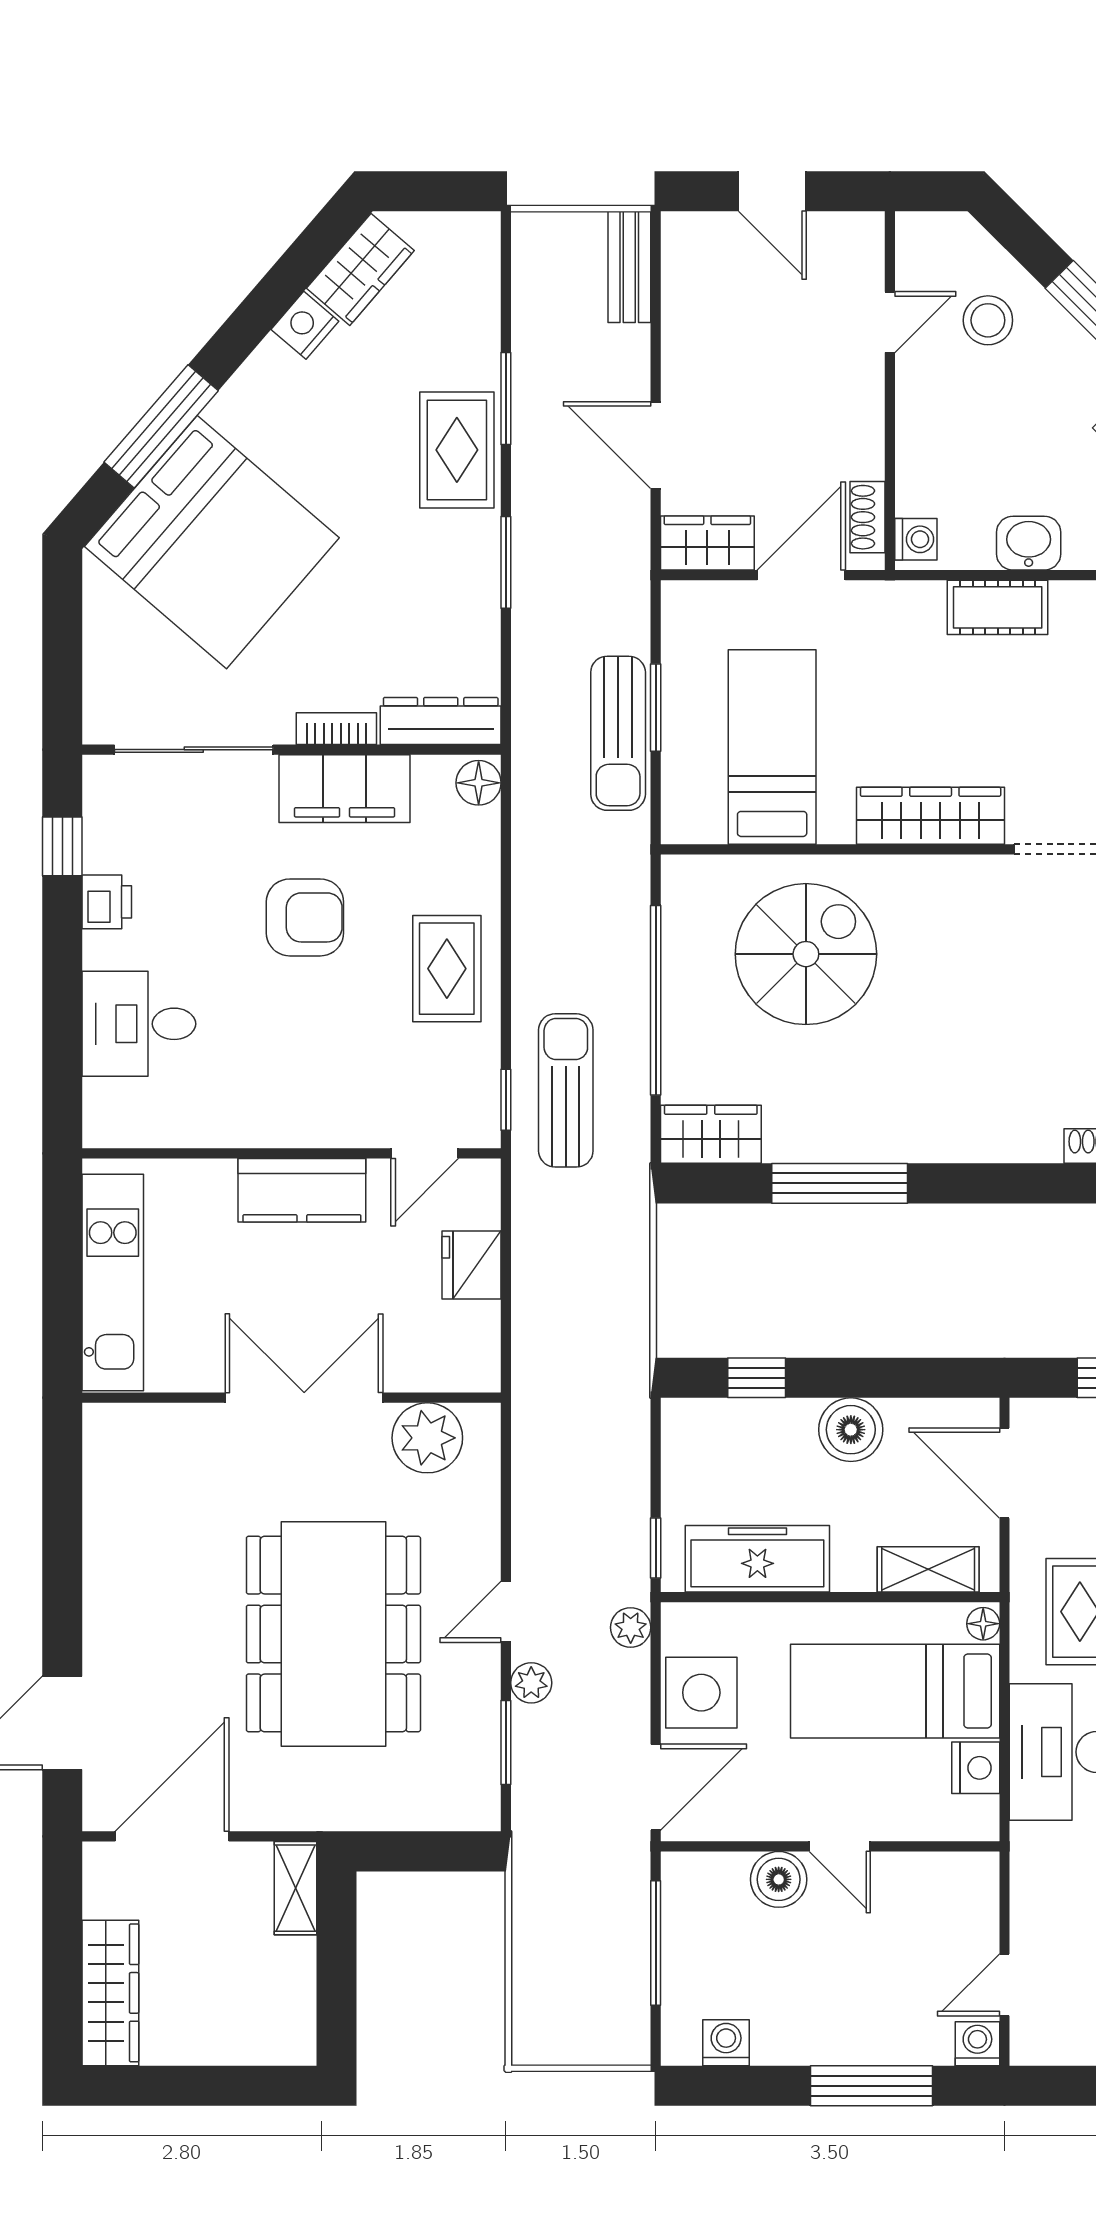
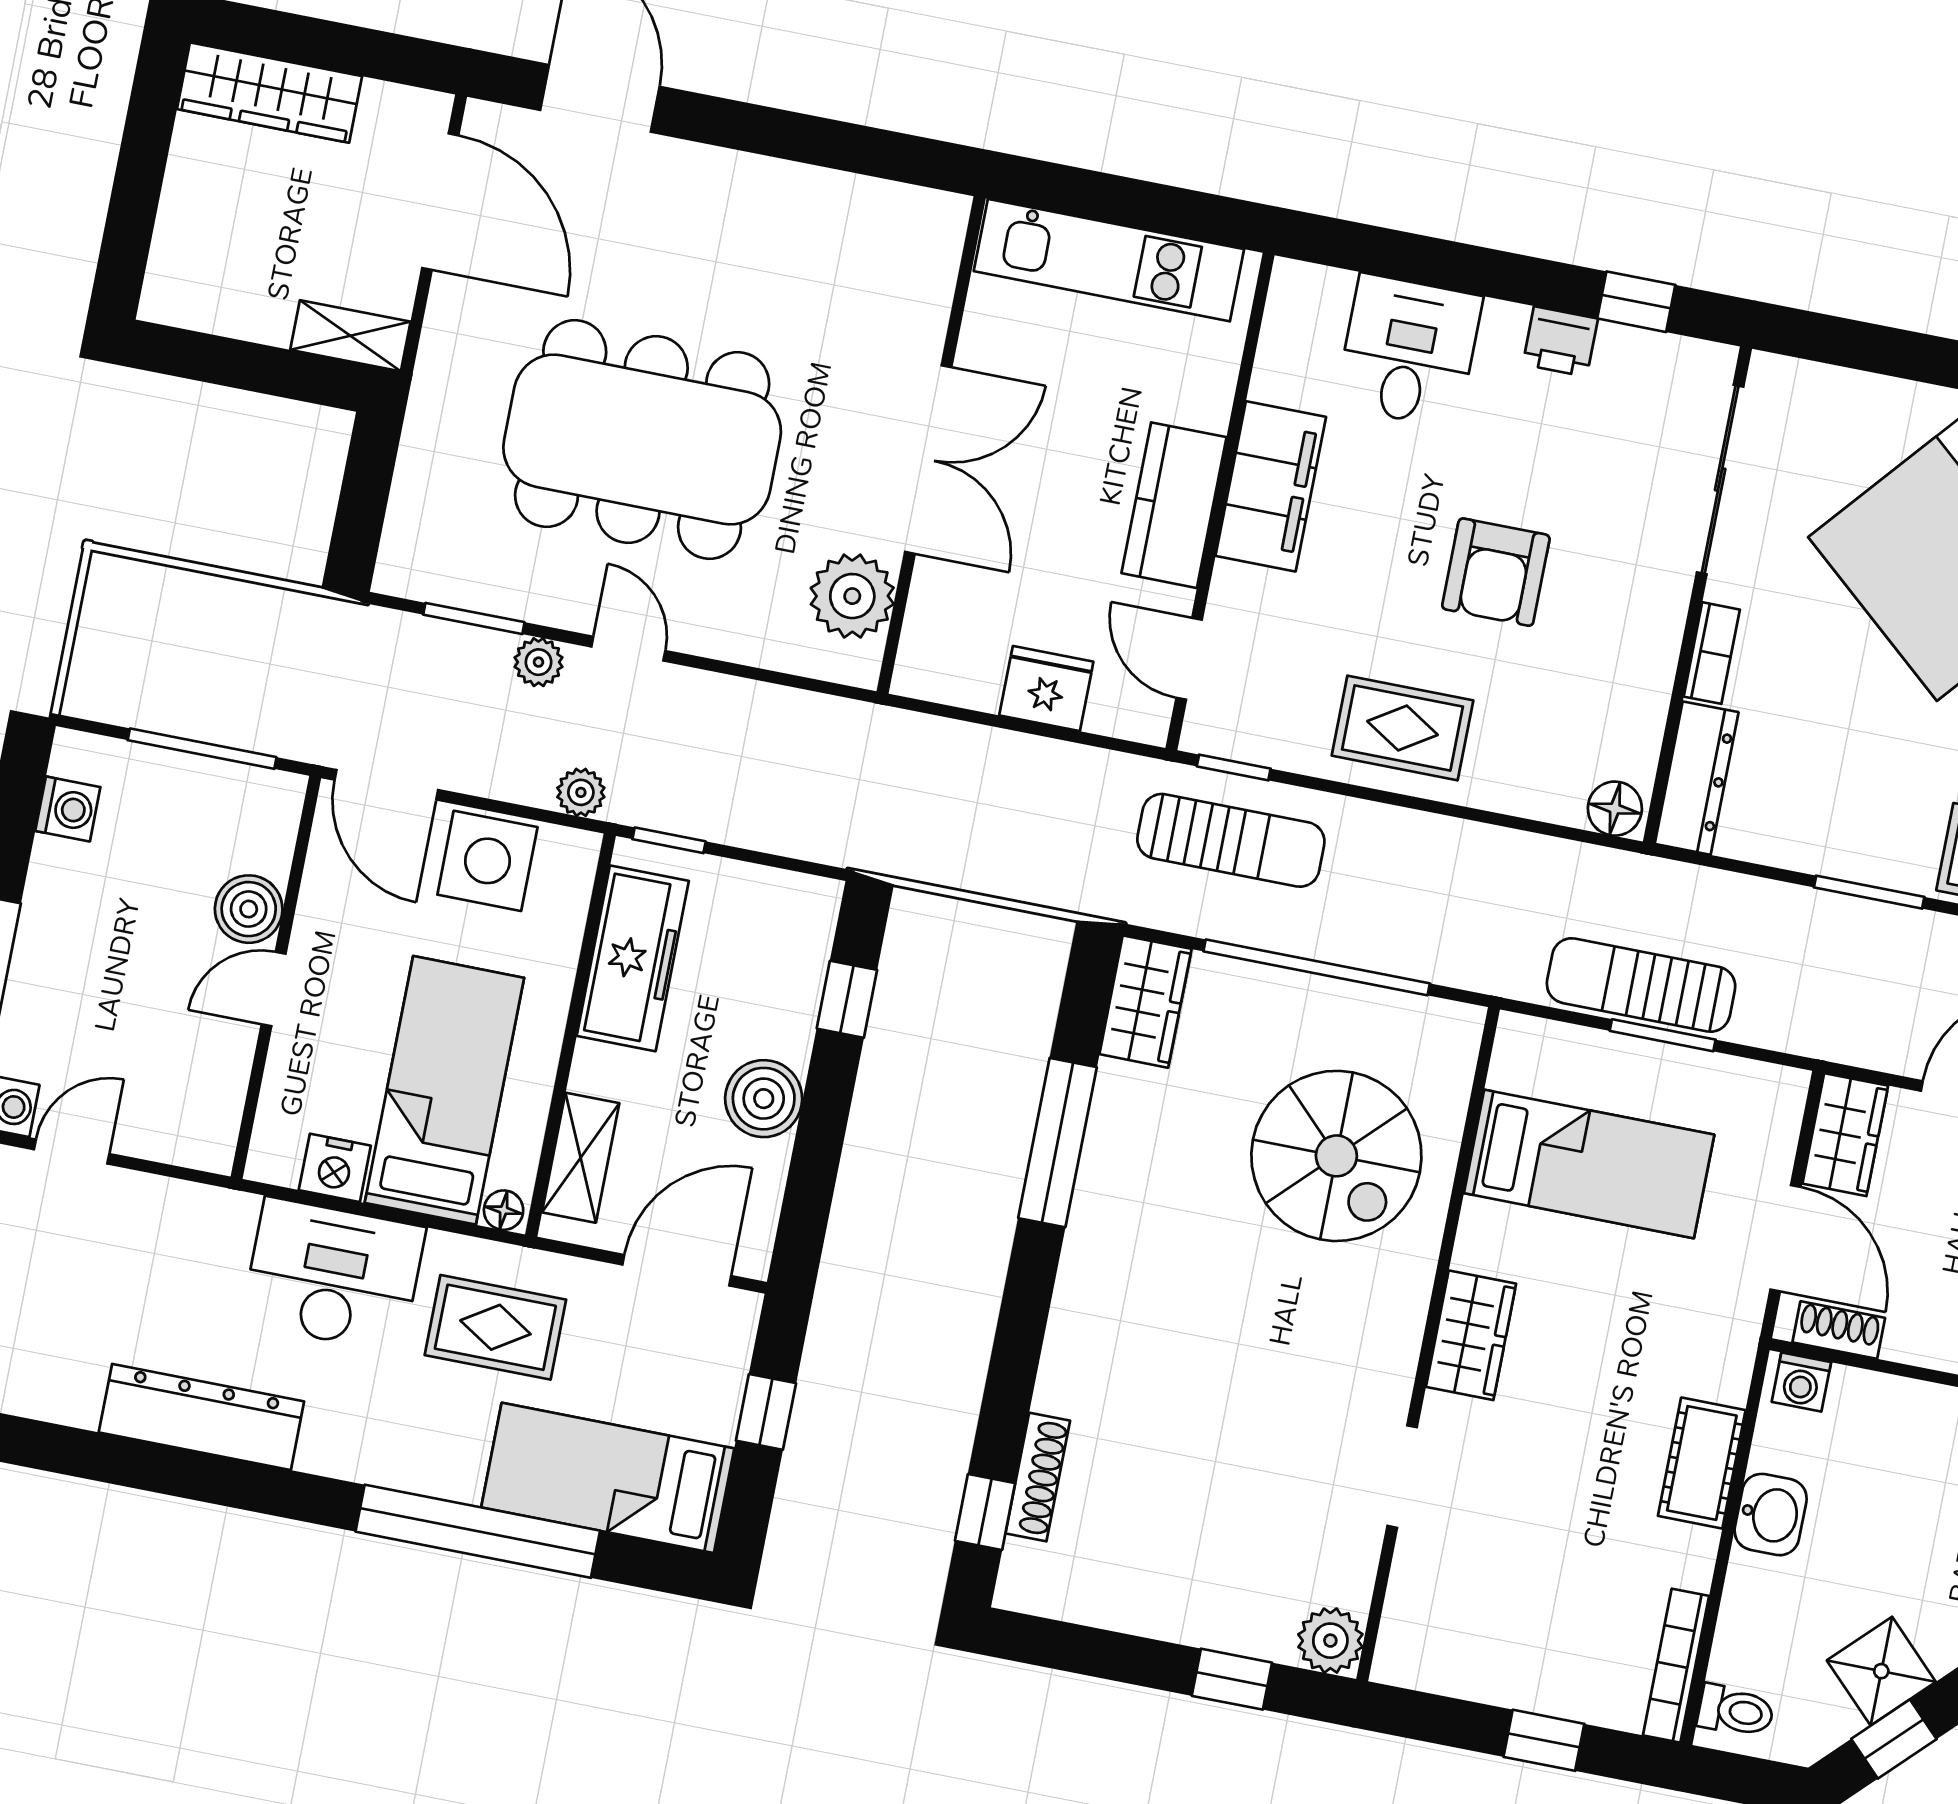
filing cabinet: (345, 789) -> (1271, 486), moved, turned 180
wardrobe: (931, 816) -> (1471, 1335), width x0.67
door: (1005, 1985) -> (72, 1152), hinge flipped

